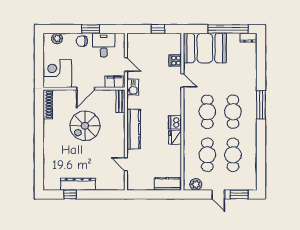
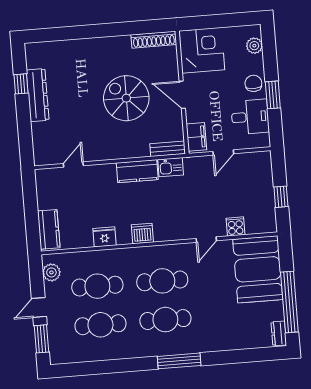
kitchen sink: (133, 87) -> (171, 167), moved
kitchen counter: (134, 129) -> (137, 171), width x0.67
fridge: (175, 137) -> (105, 237), moved

